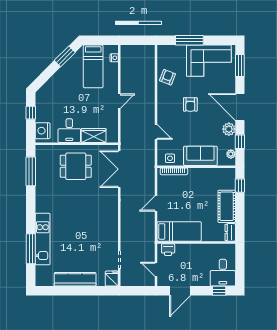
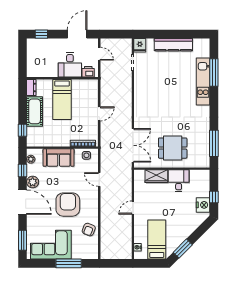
armchair: (190, 104) -> (68, 205), width x1.88, depth x1.88
nightstand: (43, 131) -> (203, 205), moved
bed: (179, 231) -> (62, 99), moved, turned -90
desk: (223, 273) -> (70, 65), moved, turned 180

